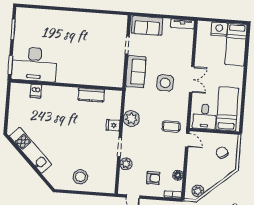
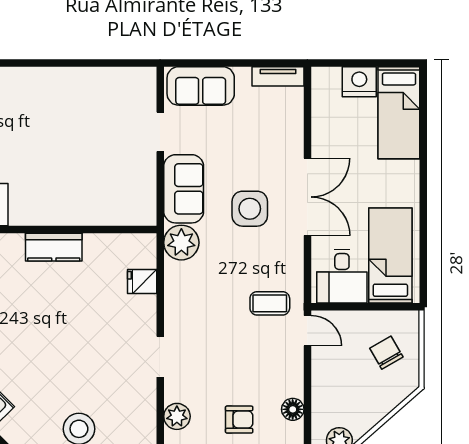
double door: (192, 80) -> (307, 197), width x1.37
kitchen counter: (91, 95) -> (54, 247), moved
plant: (131, 119) -> (181, 243), moved
fridge: (113, 125) -> (142, 282), moved
plant: (126, 164) -> (177, 416), moved

